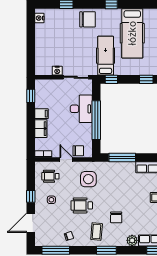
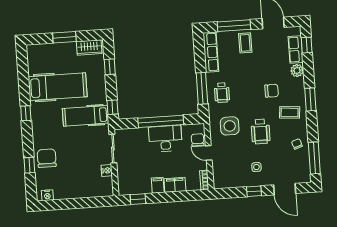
chair: (87, 19) -> (47, 158), moved
desk: (81, 109) -> (165, 139), moved
door: (66, 160) -> (209, 153), hinge flipped
wheelchair: (50, 176) -> (222, 93), moved

